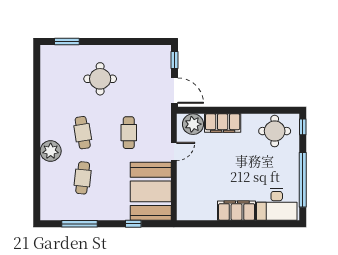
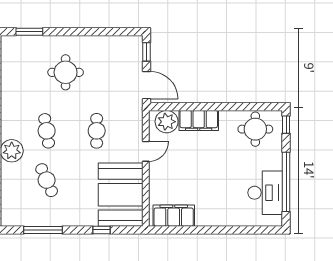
cafe table: (83, 178) -> (47, 180), turned -30
desk: (277, 205) -> (265, 193), moved, turned -90
filing cabinet: (237, 211) -> (174, 216), moved

